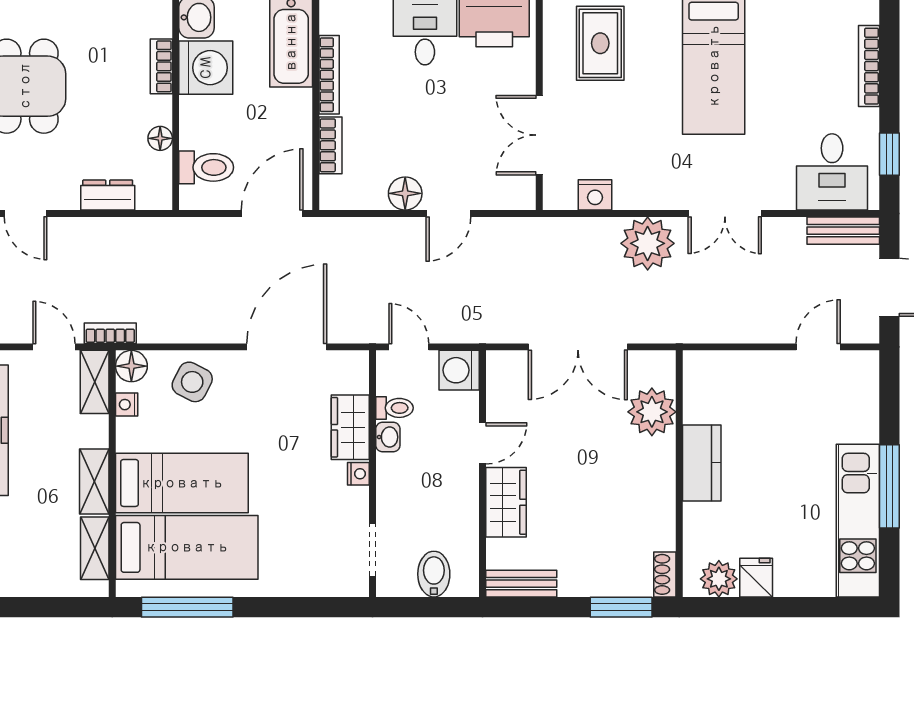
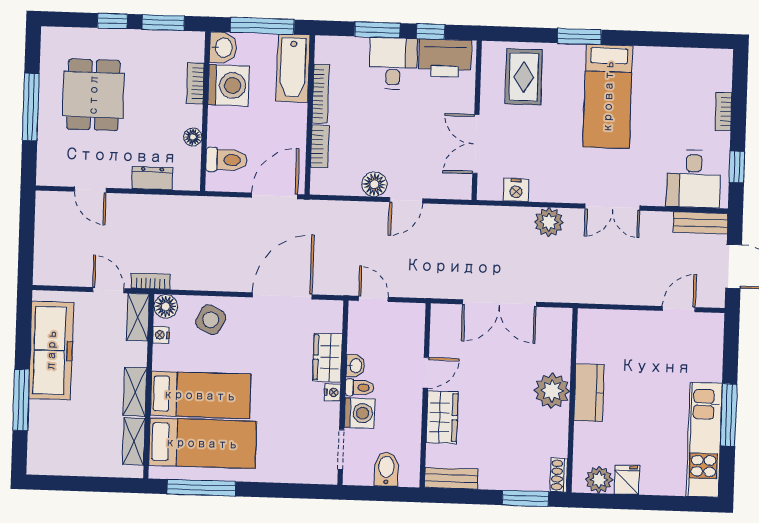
bookcase: (869, 66) -> (723, 112), width x0.64
plant: (648, 243) -> (549, 222), width x0.73, depth x0.73
washing machine: (459, 370) -> (360, 413), moved, turned 180
toilet: (394, 408) -> (360, 388), moved
plant: (652, 412) -> (552, 391), moved

